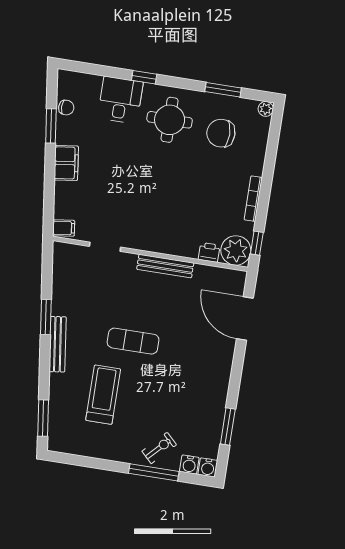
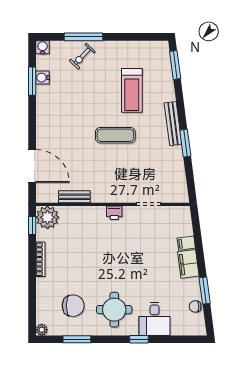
filing cabinet: (64, 228) -> (186, 243), moved
printer: (209, 252) -> (114, 213), moved
bench: (165, 266) -> (74, 197), moved, width x0.73
water cooler: (189, 465) -> (43, 78), moved, turned -90

